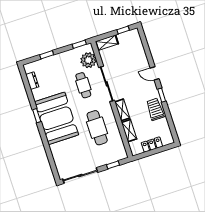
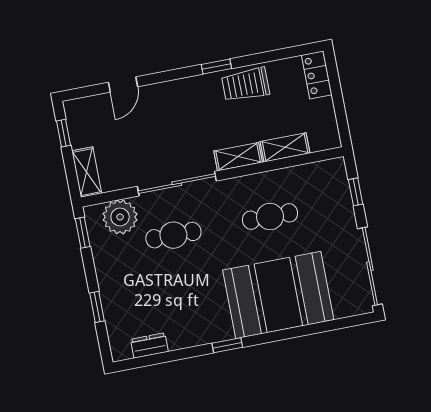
door: (155, 73) -> (123, 85), moved
booth: (57, 118) -> (278, 295), moved
cafe table: (97, 128) -> (270, 216), width x0.73, depth x0.74
locker: (152, 145) -> (317, 75), moved

